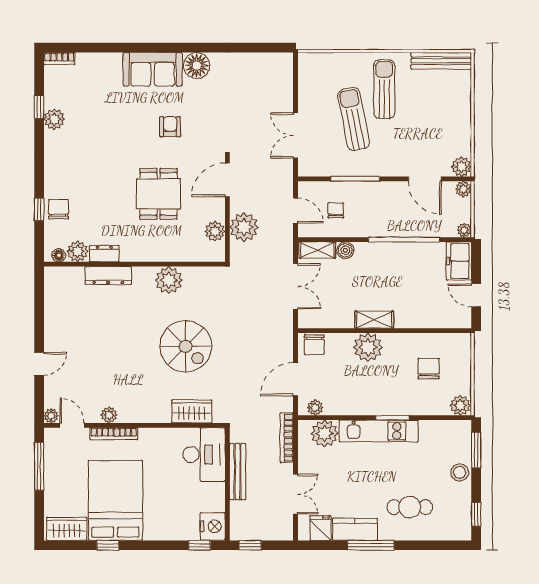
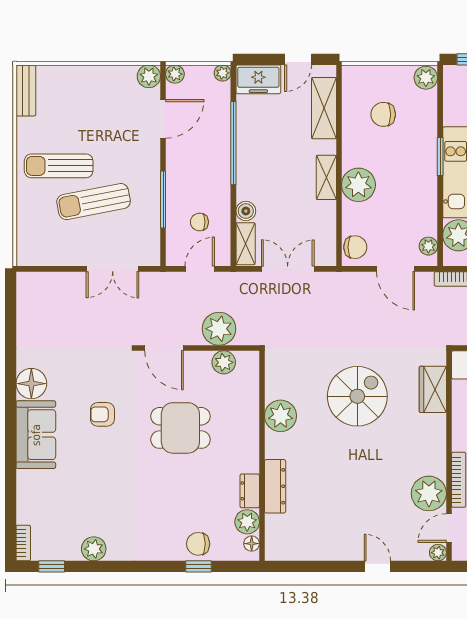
bench: (441, 61) -> (26, 90), width x0.73
window: (39, 107) -> (52, 566), moved
shelving: (434, 318) -> (324, 108), added
plant: (109, 415) -> (429, 493), width x1.88, depth x1.88

